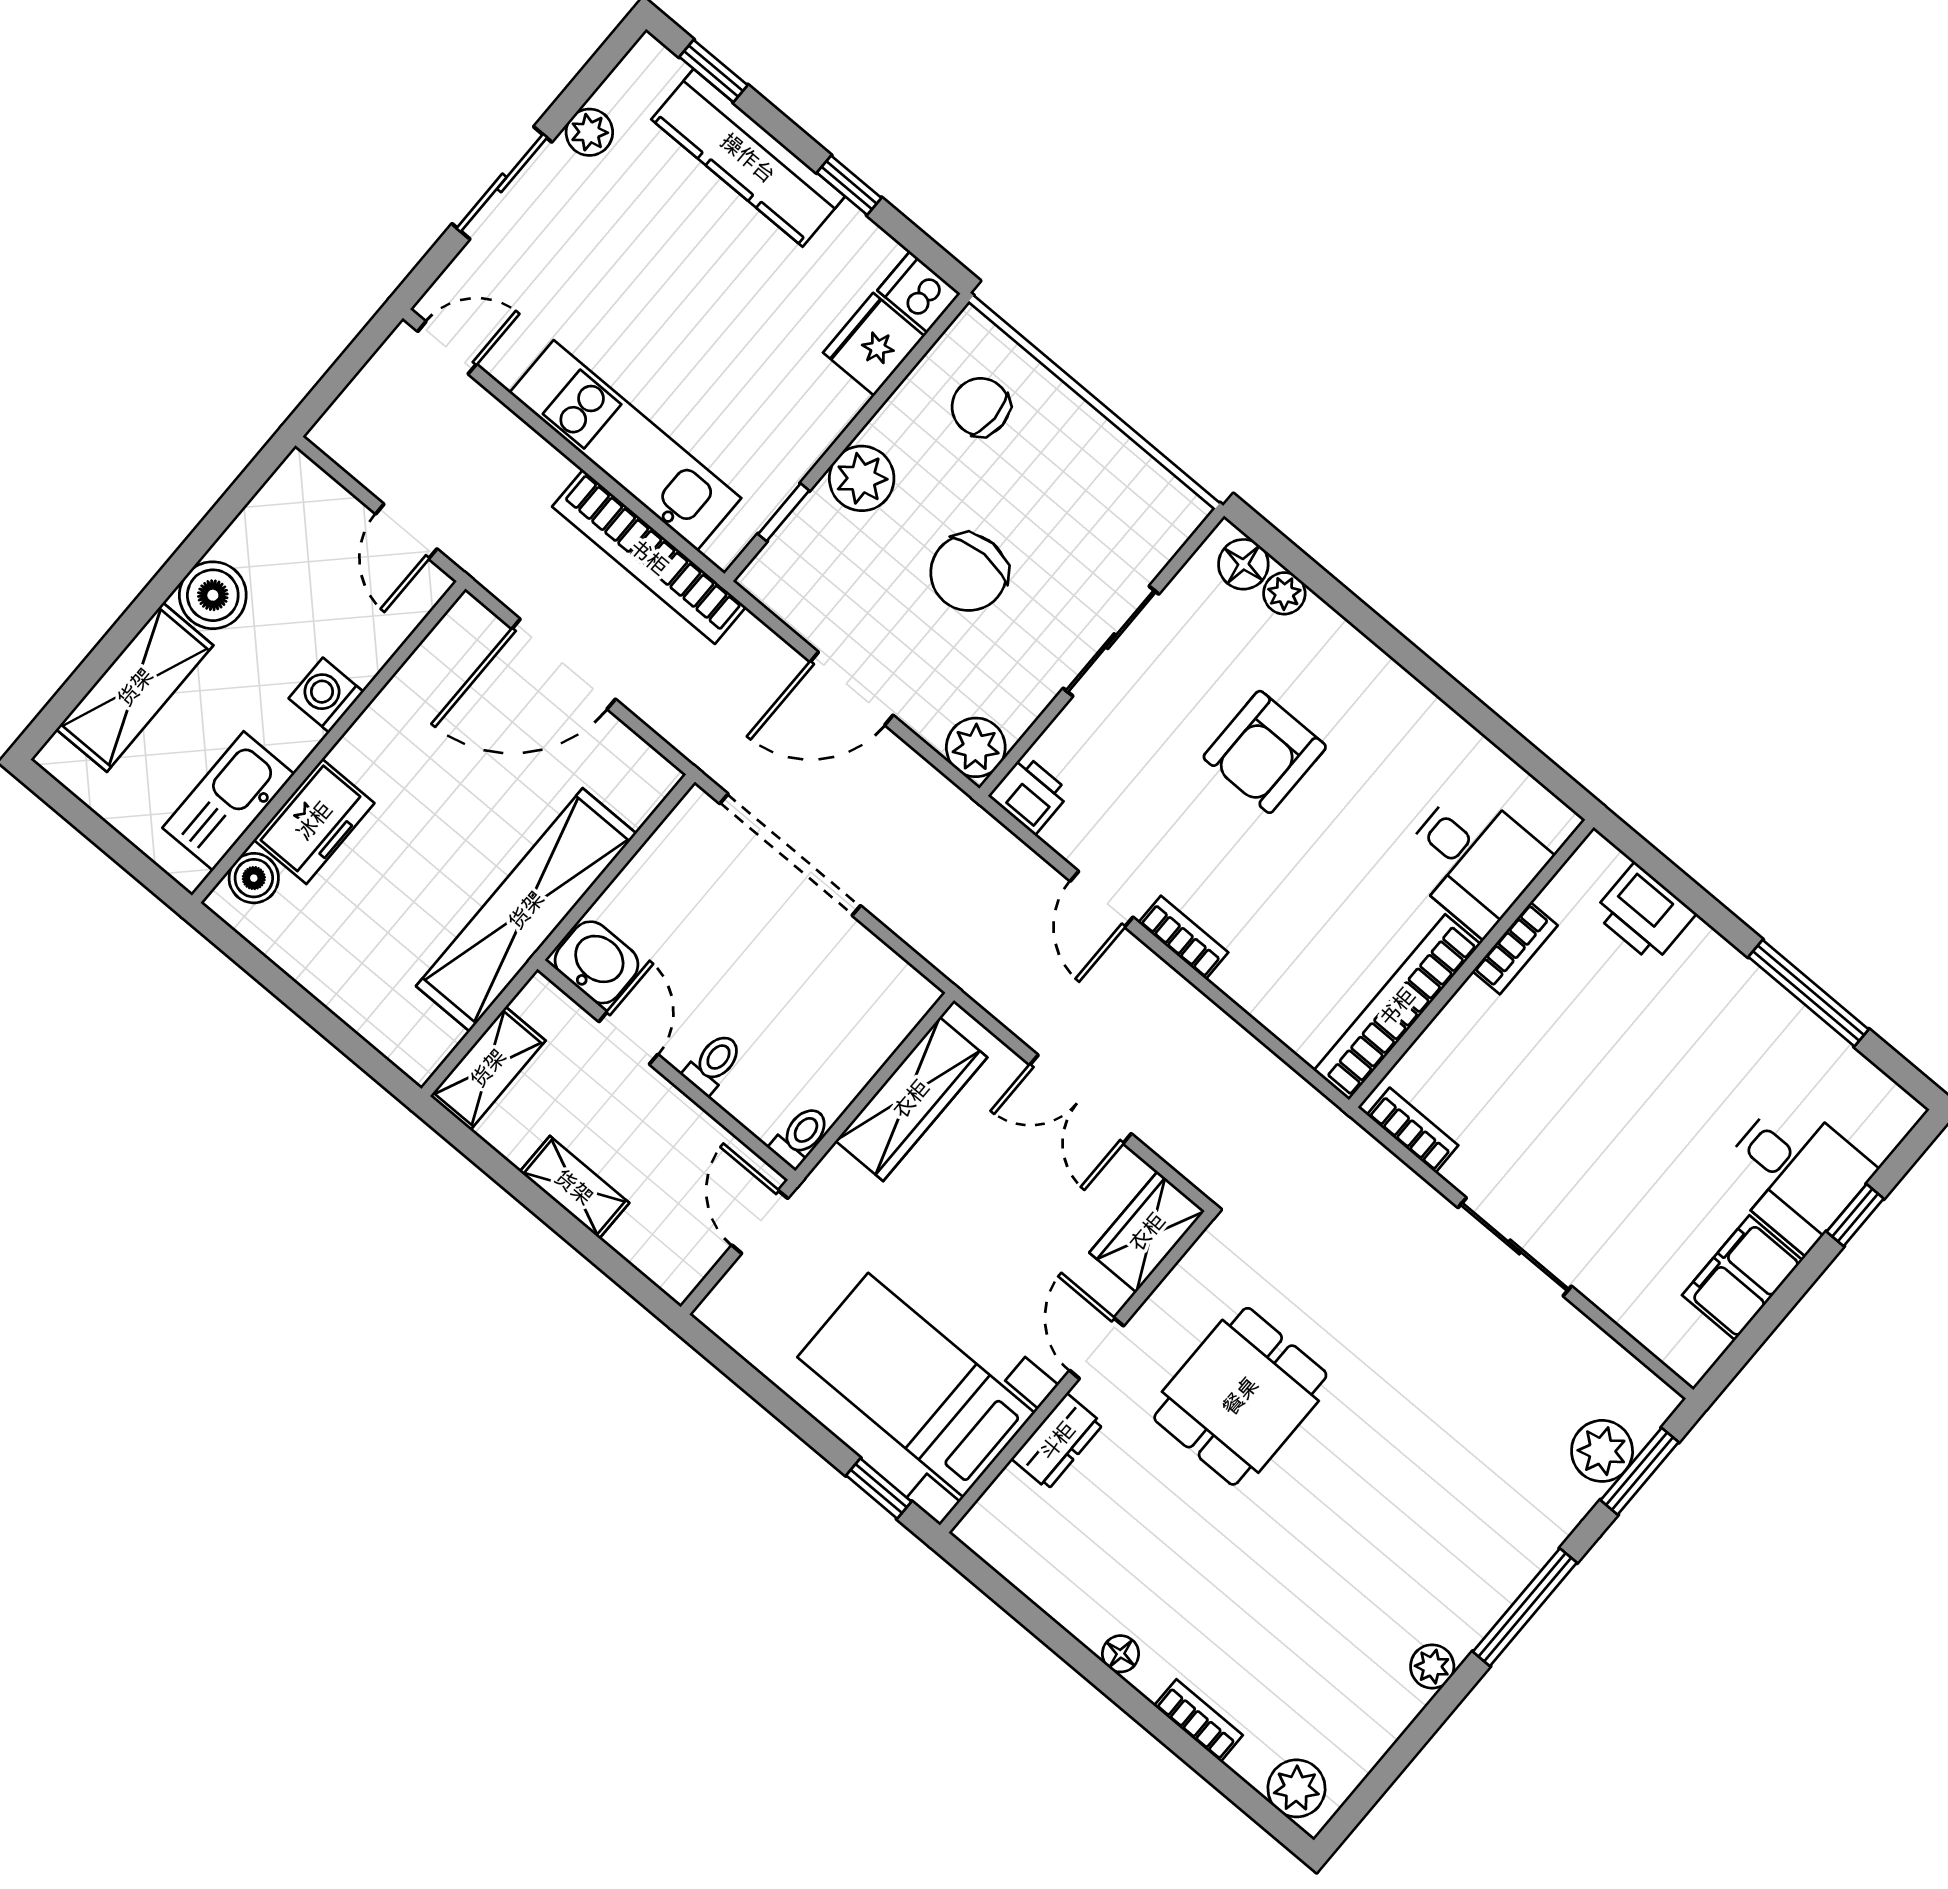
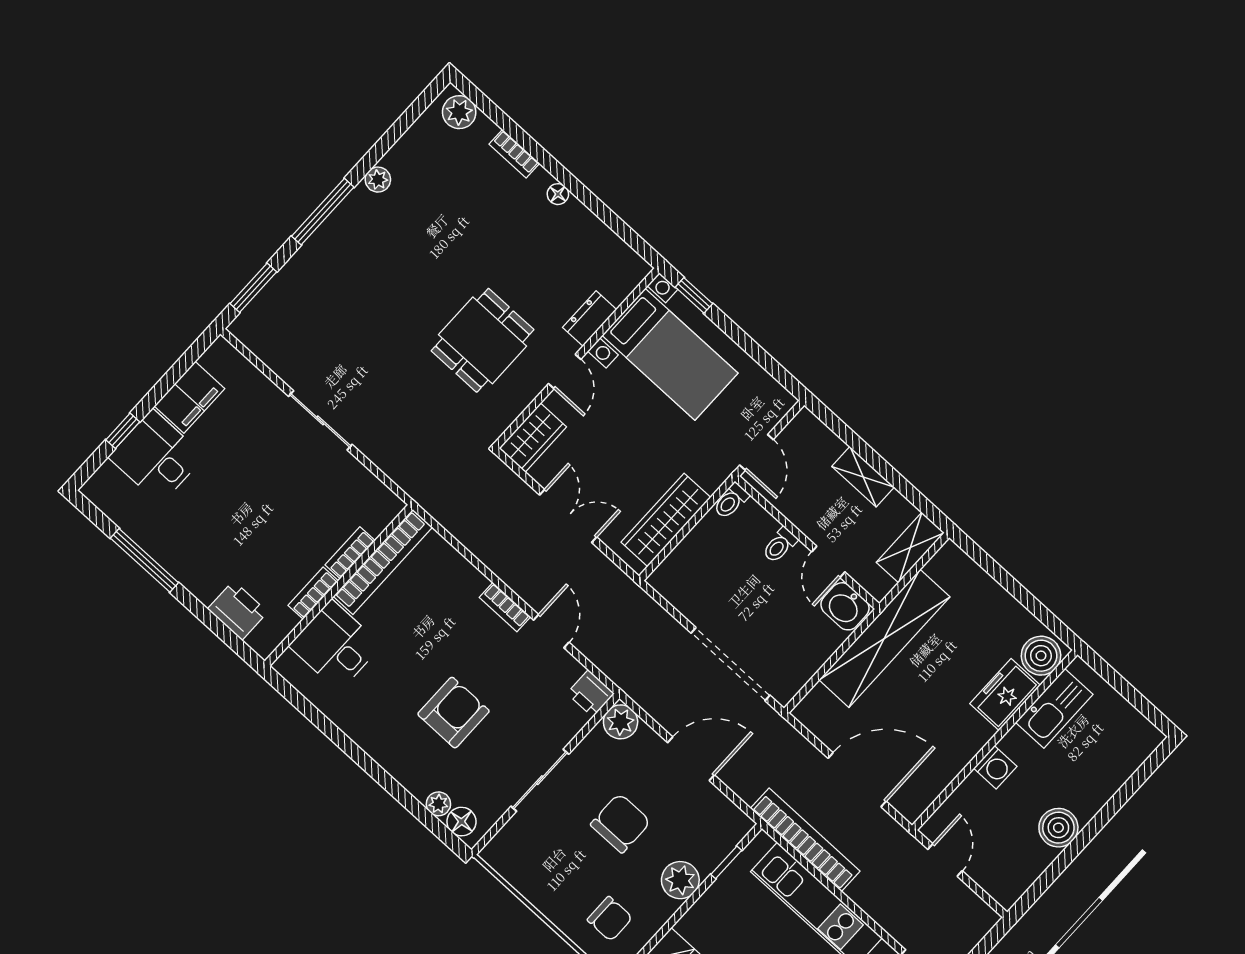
shelving: (135, 687) -> (1106, 776), removed
boiler: (254, 878) -> (1041, 656), width x1.36, depth x1.36
bookcase: (1413, 1130) -> (350, 553), moved, turned 90
plant: (1602, 1451) -> (275, 300), removed

